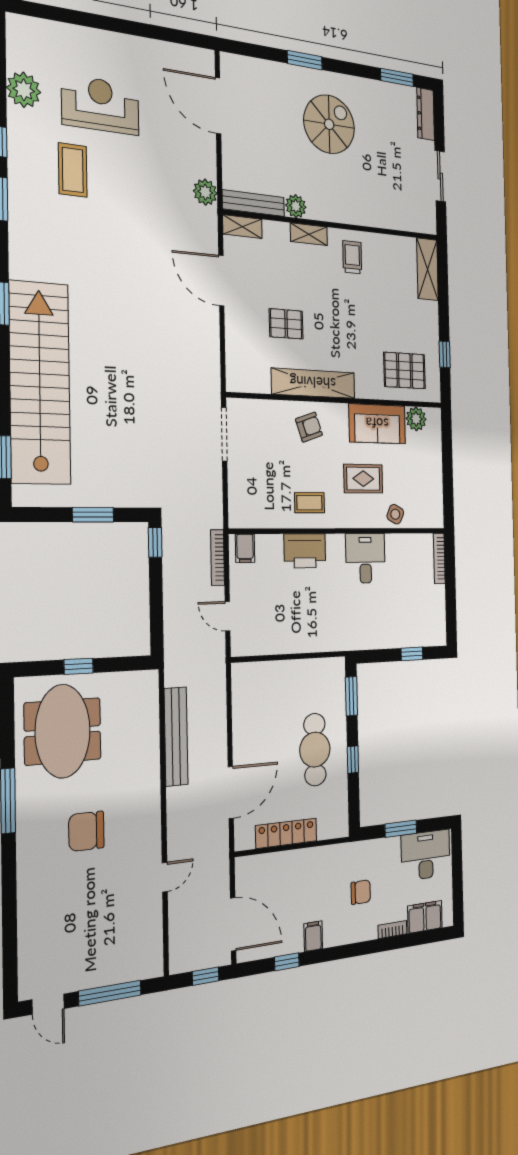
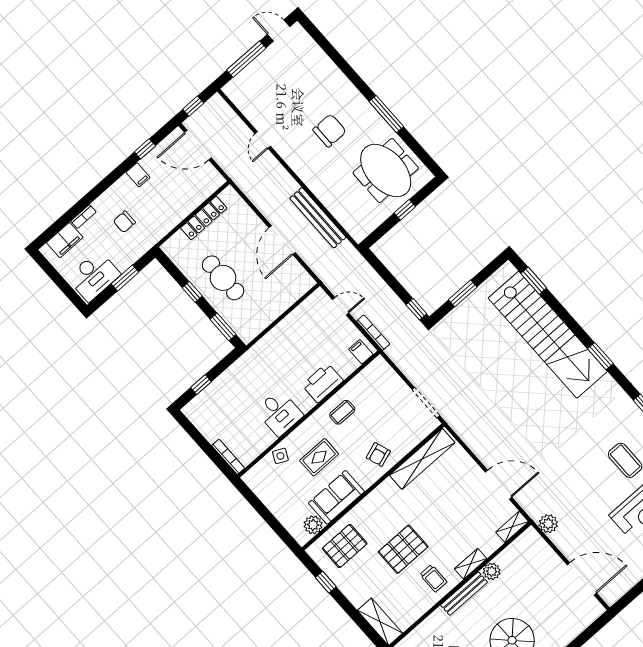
bench: (253, 203) -> (464, 594), moved
pallet: (286, 324) -> (403, 549), moved, width x1.50, depth x1.42
shelving: (313, 383) -> (422, 459), moved
door: (231, 793) -> (282, 240), moved

